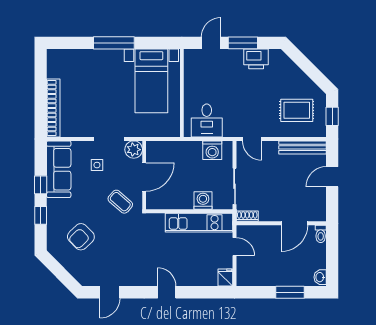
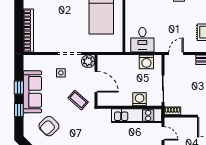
door: (252, 139) -> (176, 53), swing flipped
sofa: (59, 169) -> (32, 92), moved
door: (144, 177) -> (96, 82), hinge flipped

